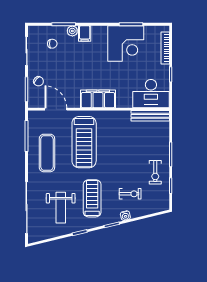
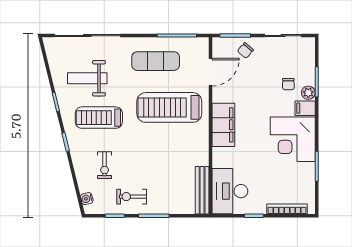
corner desk: (126, 43) -> (293, 139), moved
chair: (52, 44) -> (288, 84), moved
treadmill: (92, 198) -> (99, 118), turned 180
water cooler: (125, 216) -> (87, 199), moved

